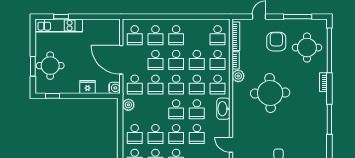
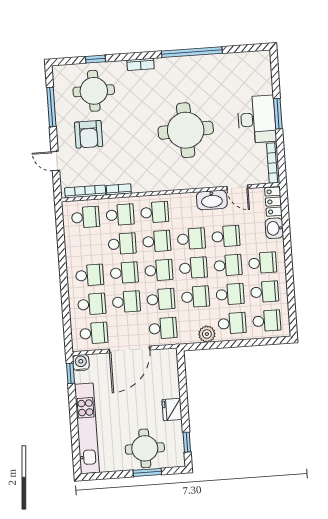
window: (61, 17) -> (70, 373), moved
kitchen unit: (59, 25) -> (87, 428), width x1.36
armchair: (276, 42) -> (89, 134), turned -90
window: (329, 50) -> (96, 59), width x0.32
plant: (238, 76) -> (140, 184), removed
fridge: (88, 87) -> (172, 409), moved
water cooler: (114, 88) -> (81, 363), moved
round table: (270, 93) -> (186, 130), moved
plant: (128, 105) -> (207, 334), moved
school desk: (155, 109) -> (195, 297), added
washbasin: (223, 109) -> (212, 200), moved
window: (329, 119) -> (192, 52), width x1.46
door: (231, 145) -> (237, 187), hinge flipped

